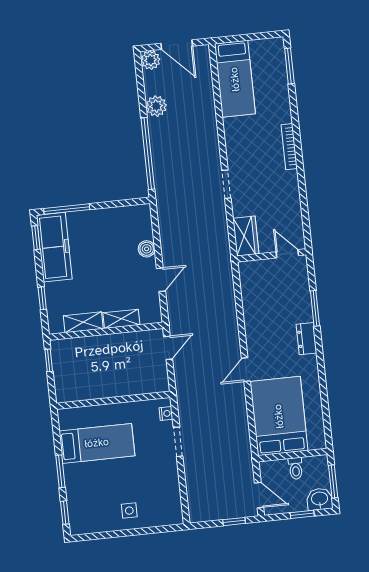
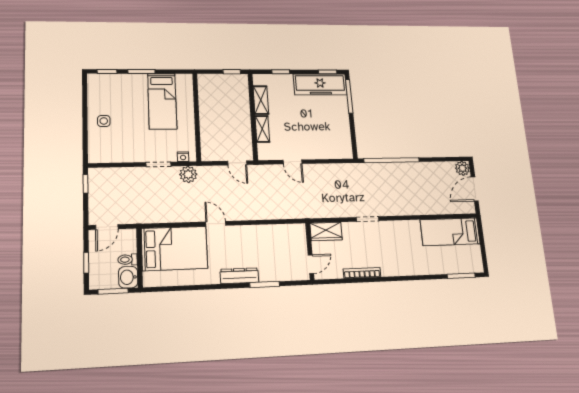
plant: (156, 106) -> (188, 174), moved
bookcase: (289, 147) -> (362, 273), moved
boiler: (147, 249) -> (317, 153), removed
dresser: (307, 339) -> (239, 276), width x1.44
washbasin: (320, 499) -> (128, 277), moved, turned 180
window: (234, 522) -> (86, 184), moved

